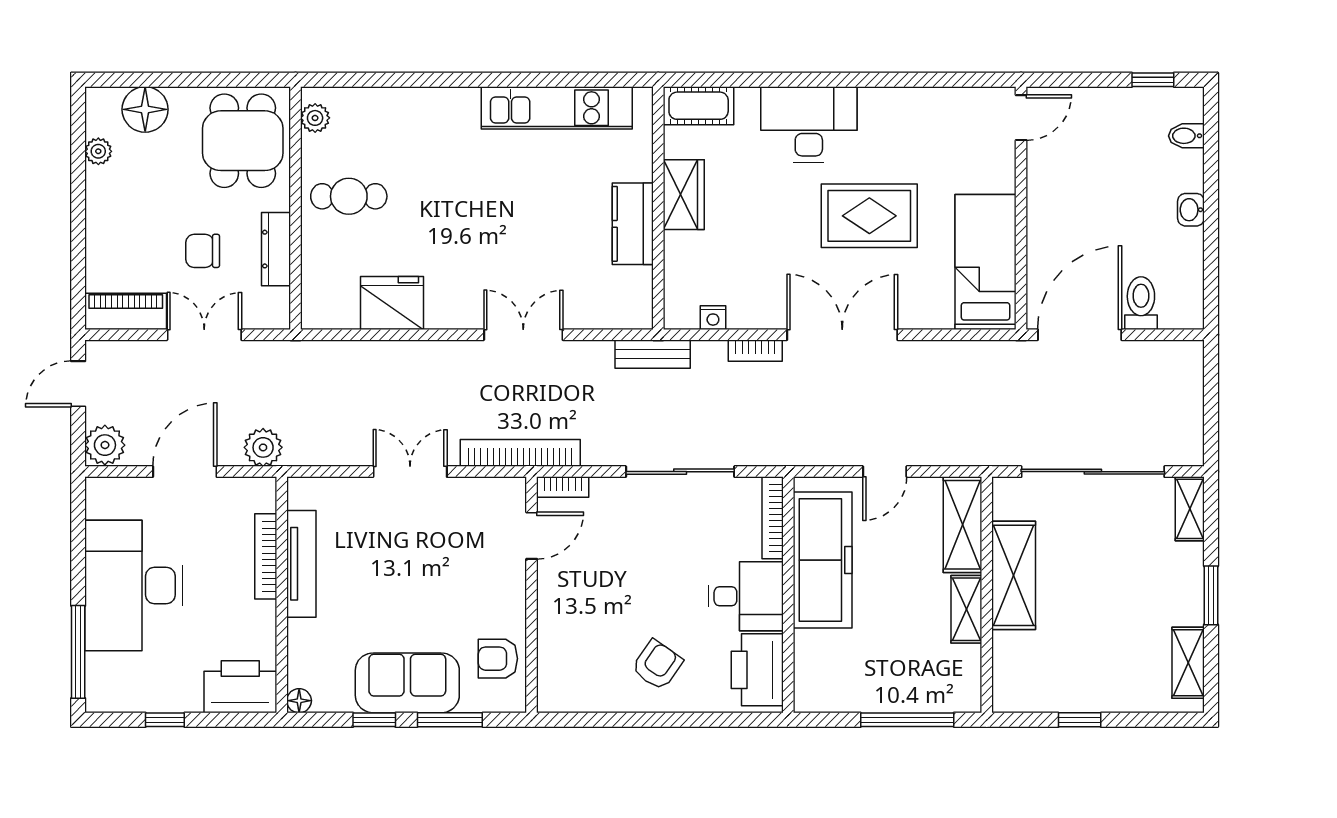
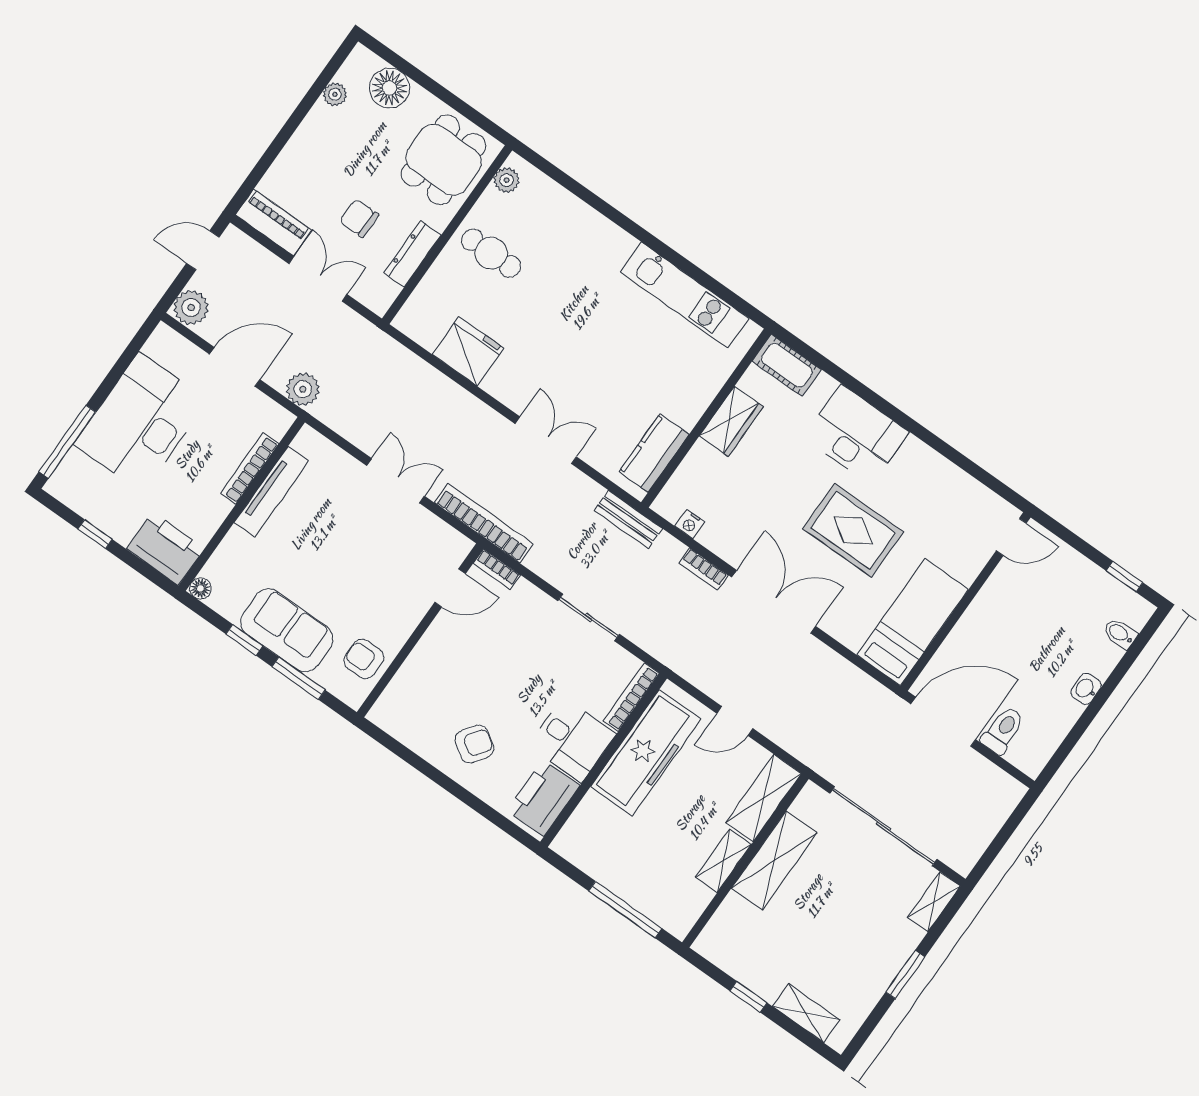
kitchen counter: (633, 224) -> (654, 453), moved
sliding door: (680, 472) -> (589, 617), width x0.73
shelving: (1188, 663) -> (806, 1013), moved, turned 90

